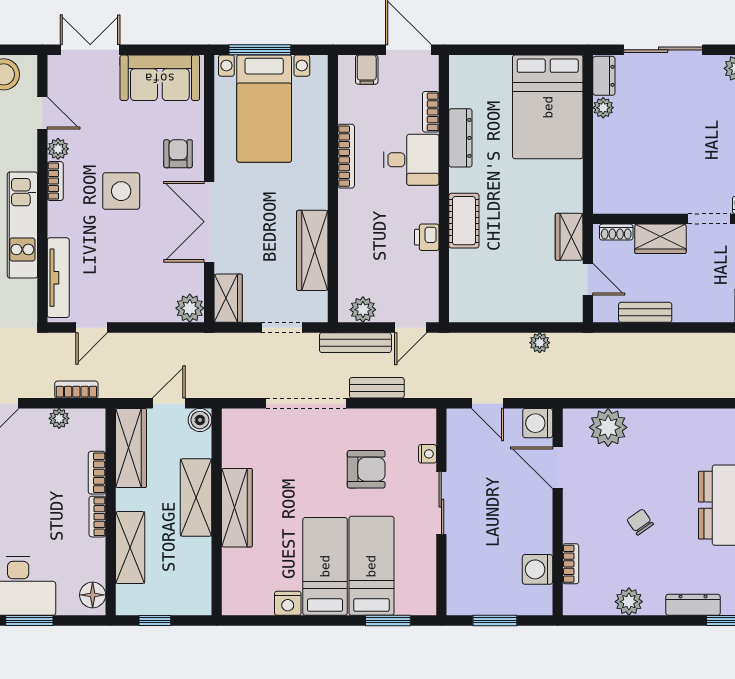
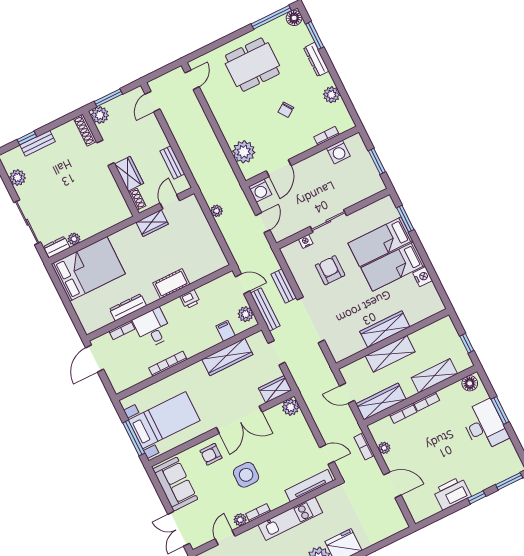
filing cabinet: (367, 70) -> (226, 331), moved, turned -90
boiler: (200, 420) -> (348, 372), removed

